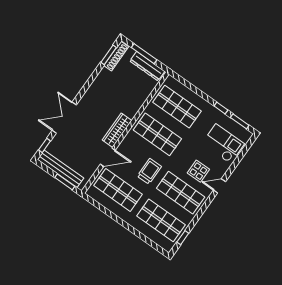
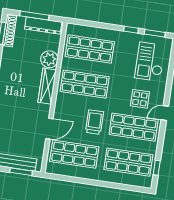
plant: (138, 98) -> (49, 59), added
wardrobe: (117, 130) -> (47, 86), moved
checkout: (223, 144) -> (150, 62), turned -90
door: (219, 186) -> (165, 113), moved

